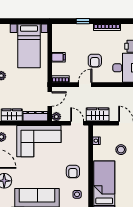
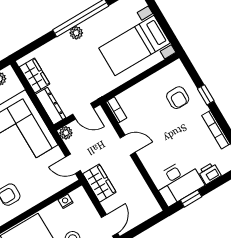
filing cabinet: (58, 57) -> (142, 91), removed
armchair: (95, 61) -> (178, 98), moved, turned -90
door: (77, 123) -> (73, 164), swing flipped

